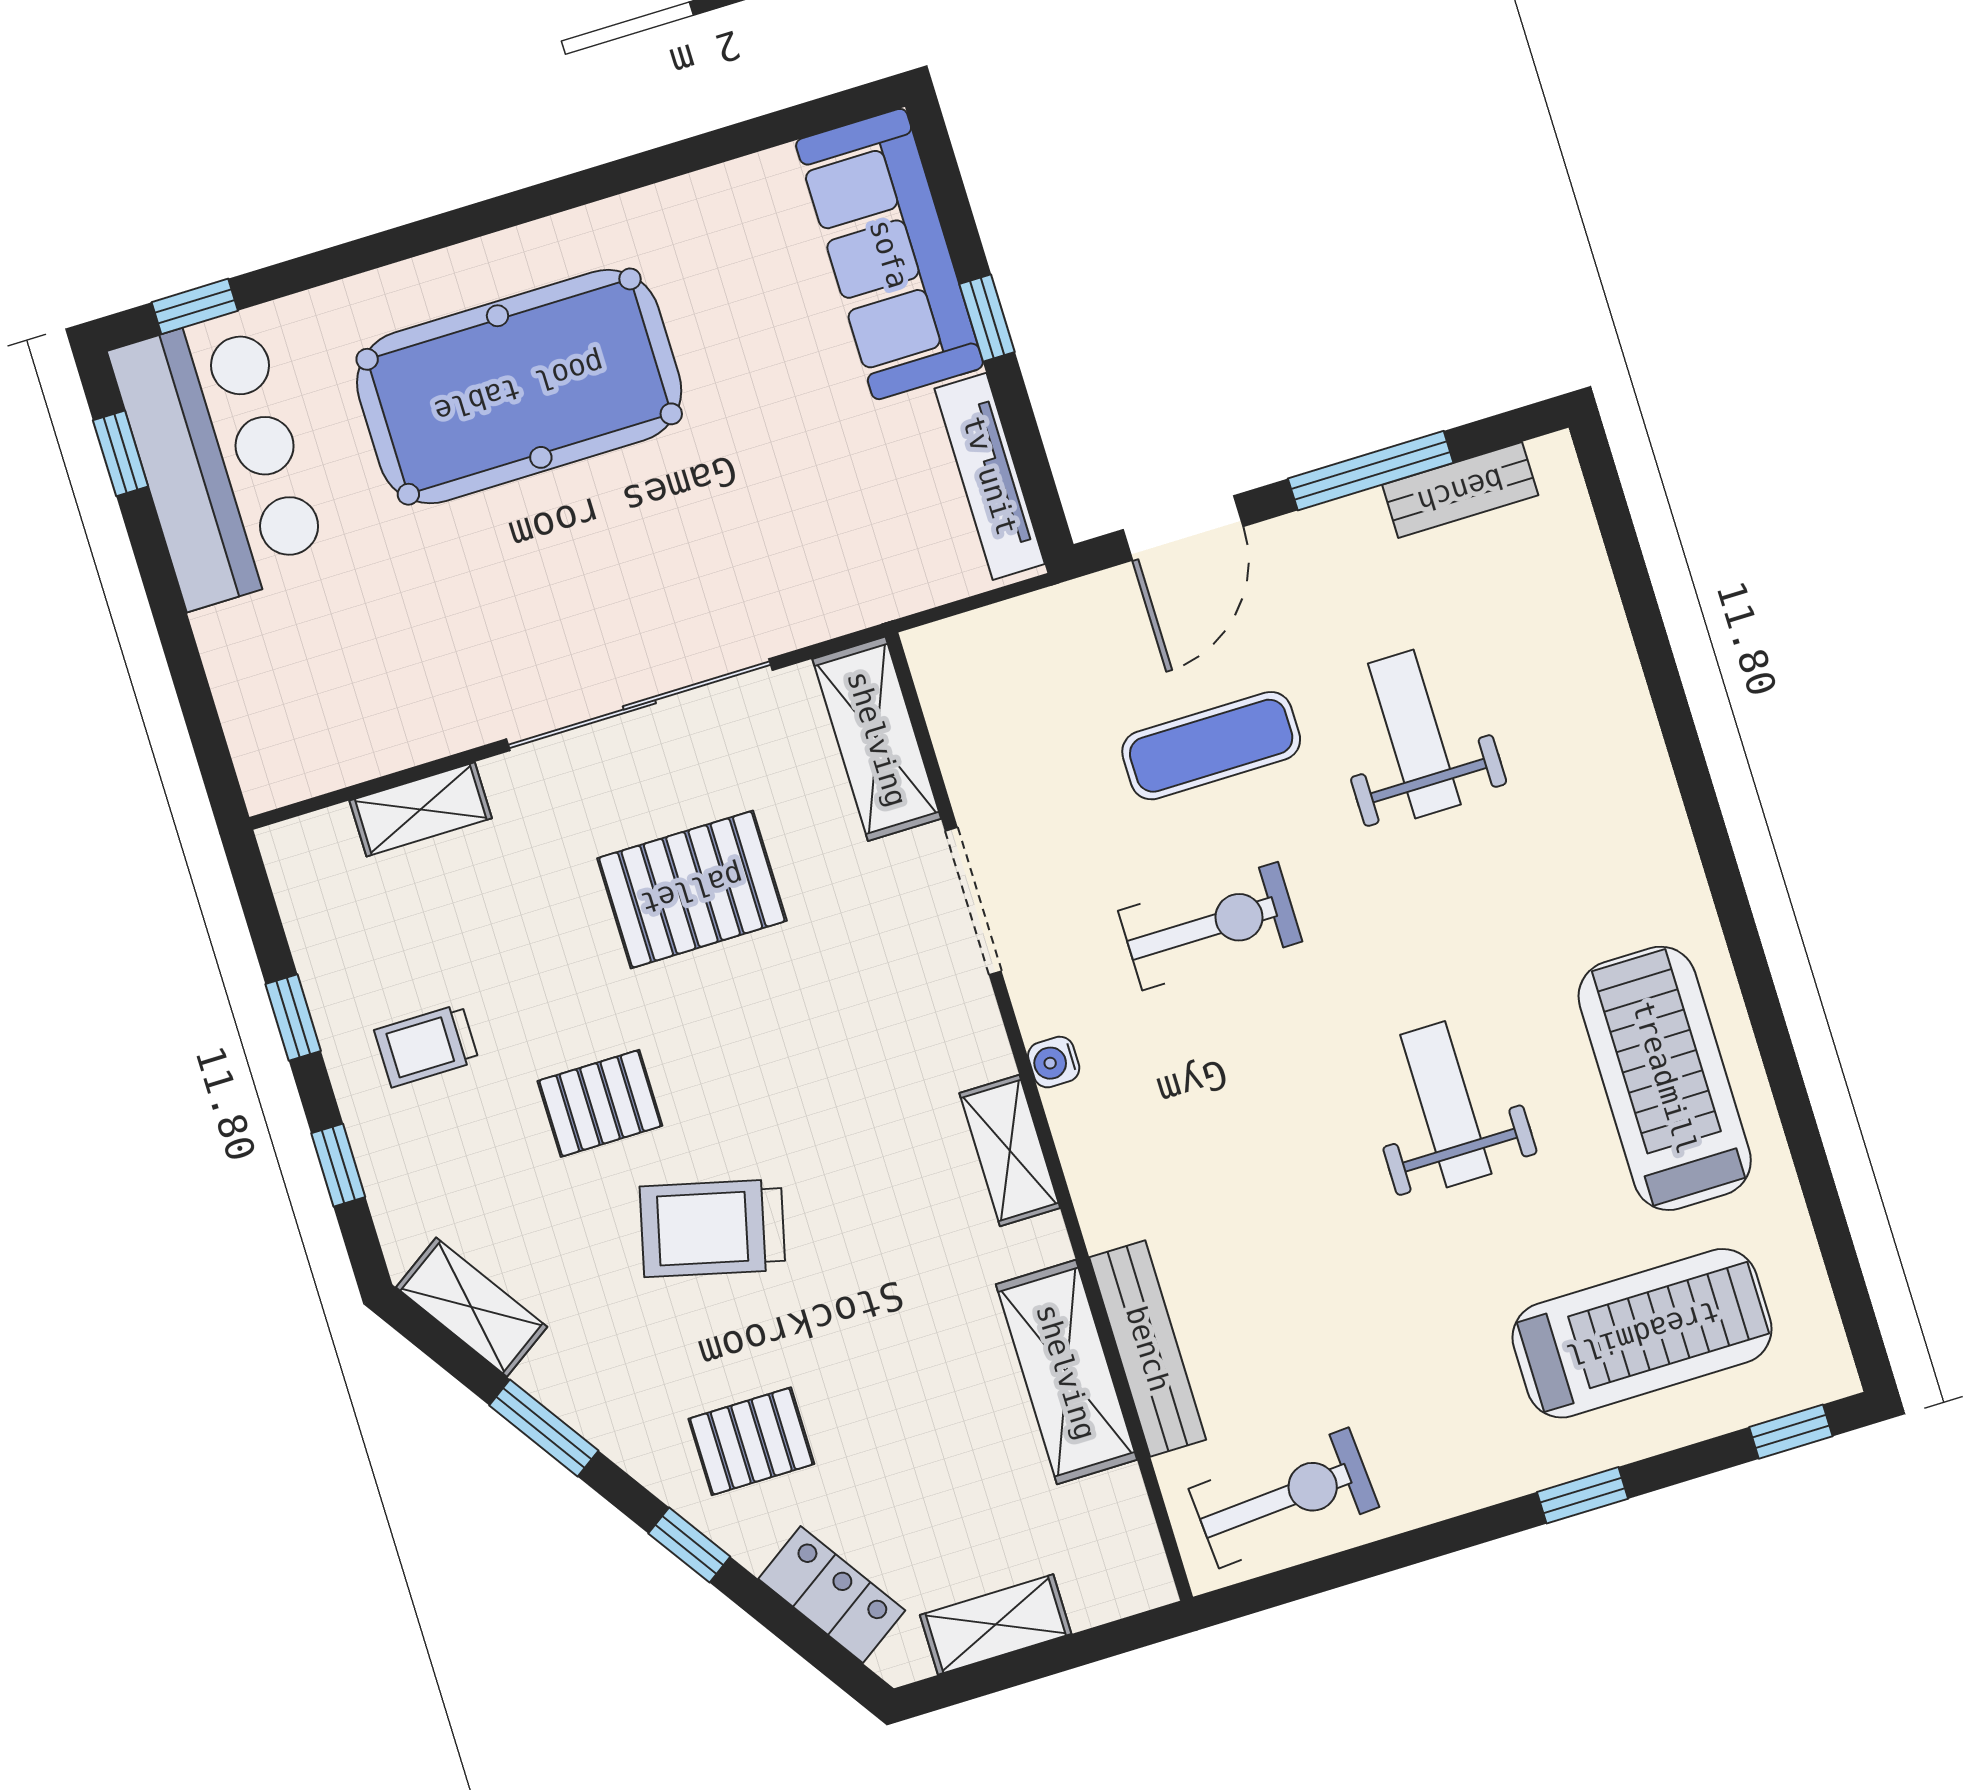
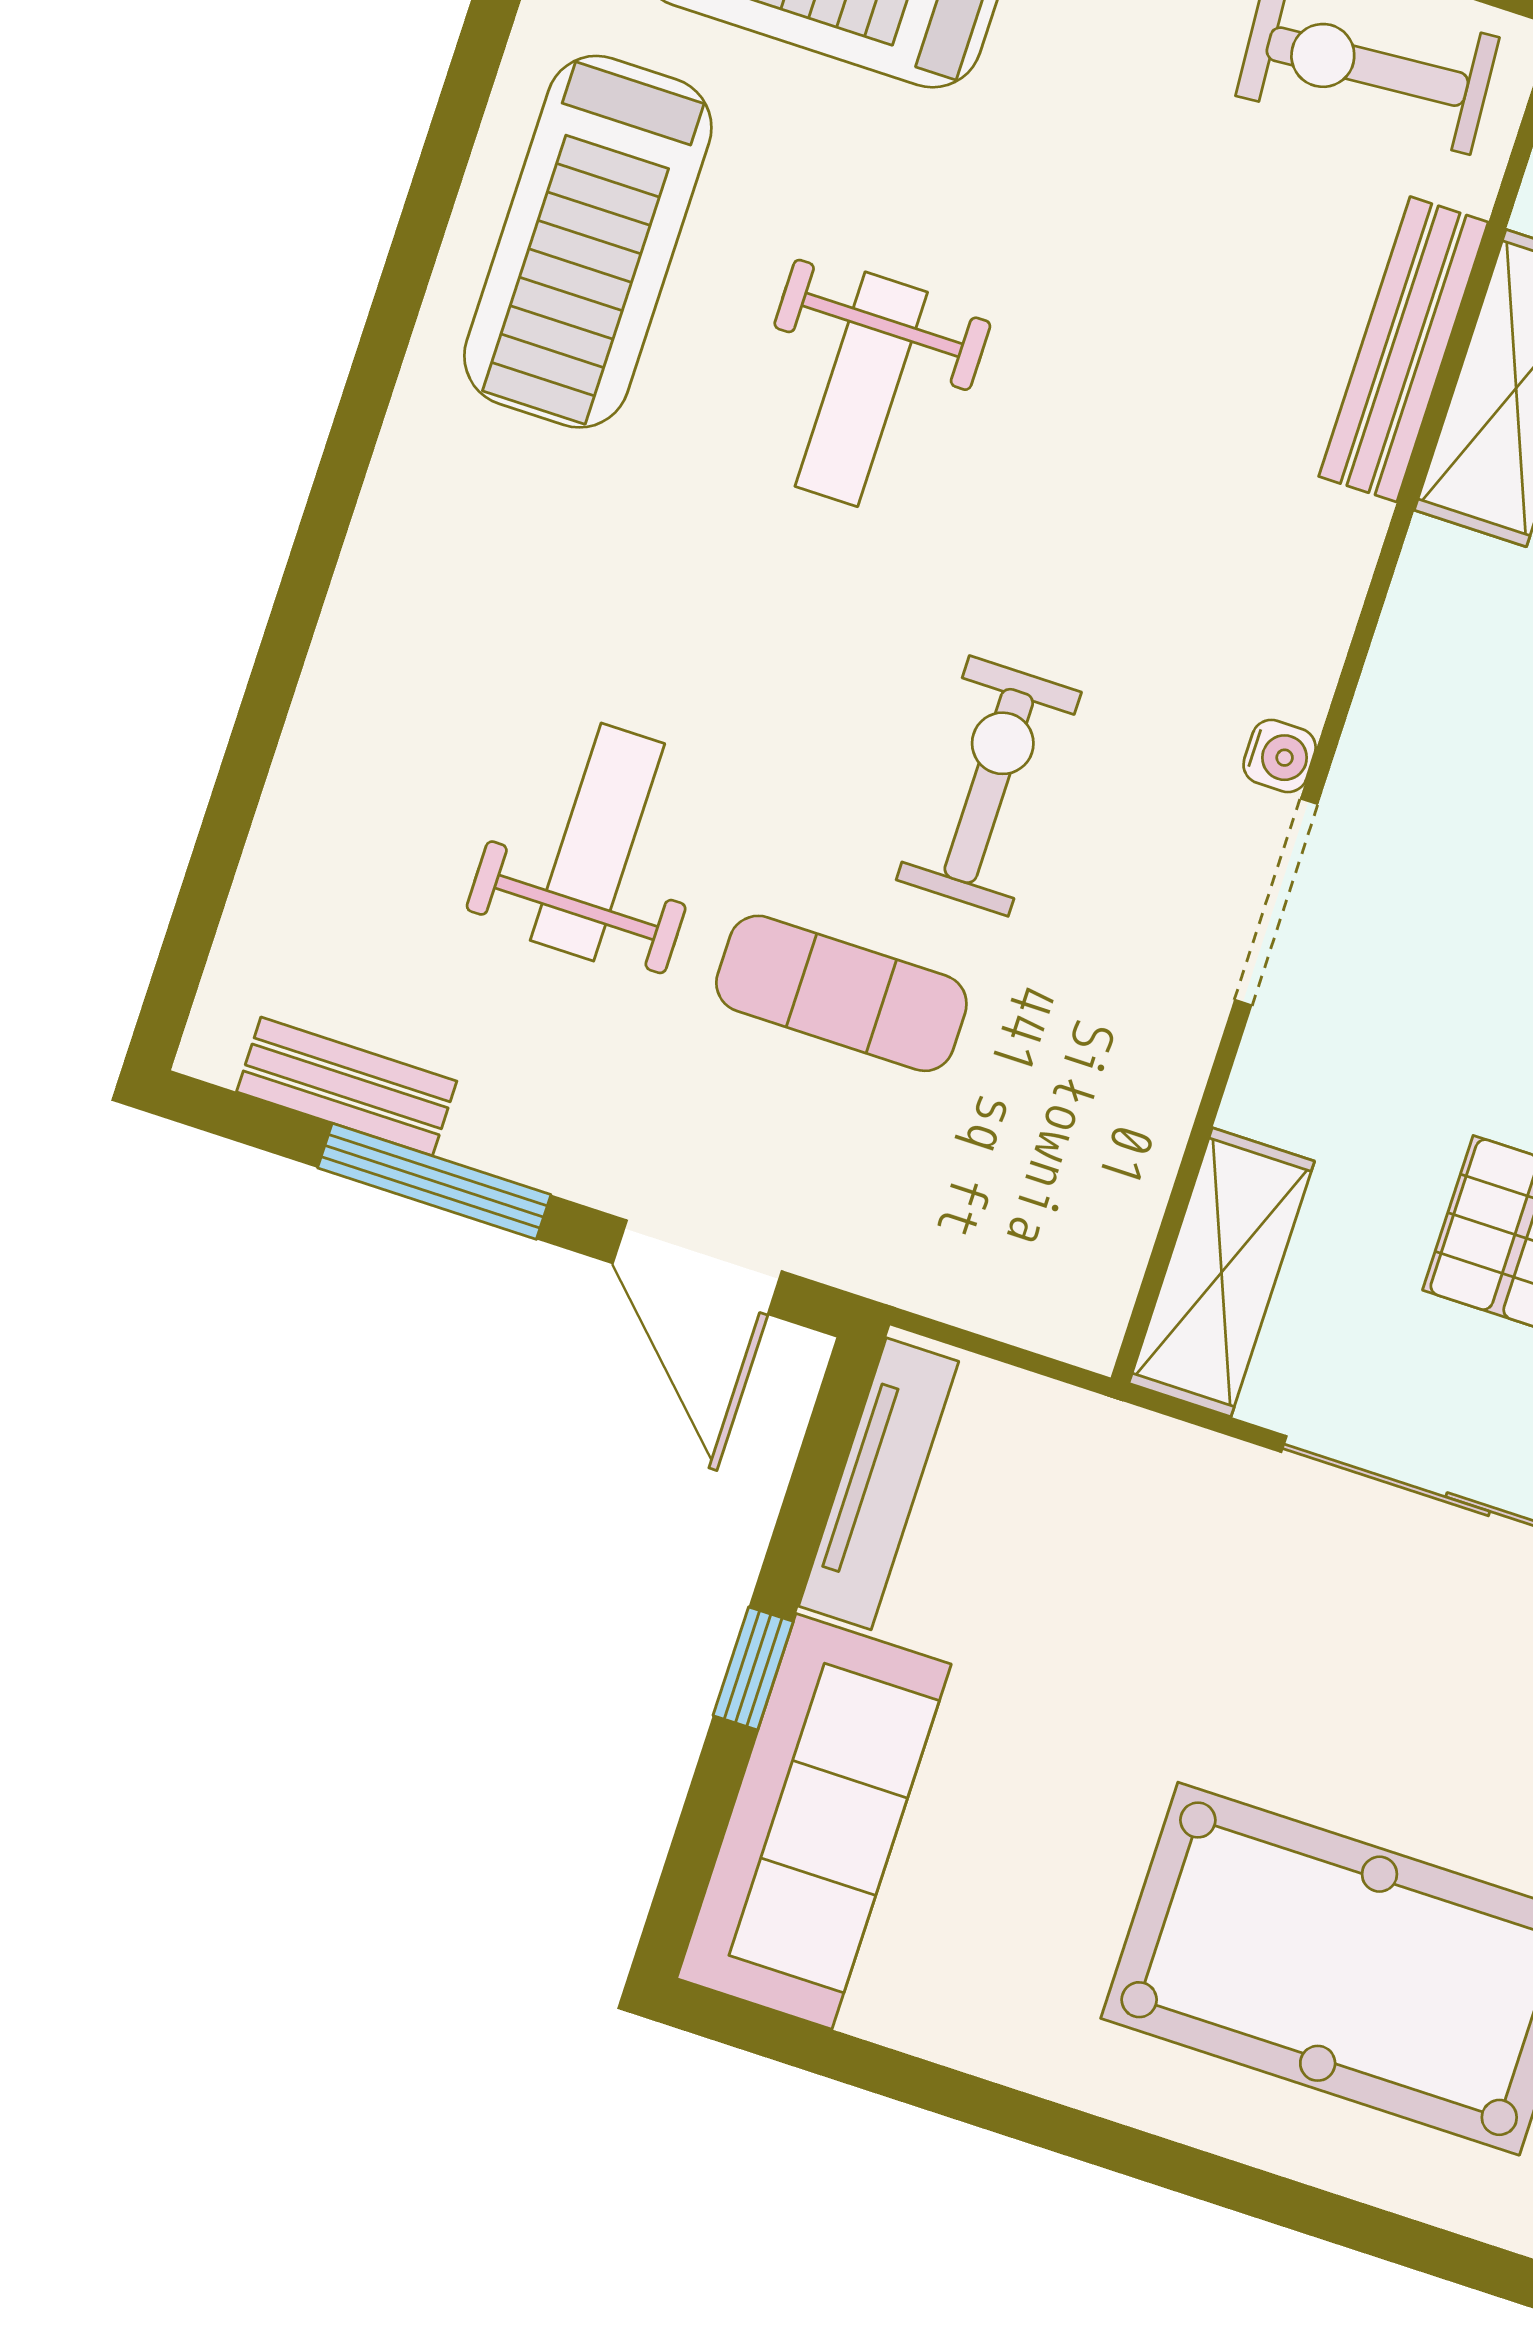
door: (1183, 528) -> (697, 1267), swing flipped
weight bench: (1414, 734) -> (597, 842), turned 180
doorway: (973, 901) -> (1276, 902), moved
exercise bike: (1210, 926) -> (989, 786), turned 90
shelving: (1010, 1150) -> (1402, 690), removed

